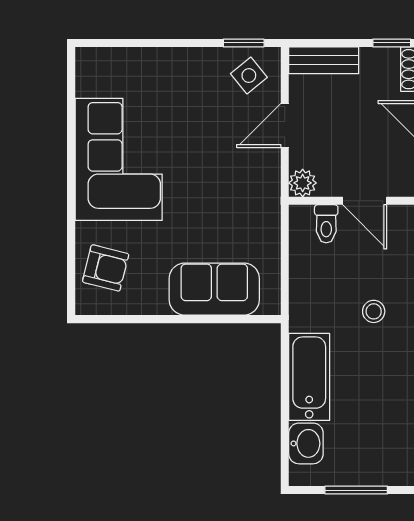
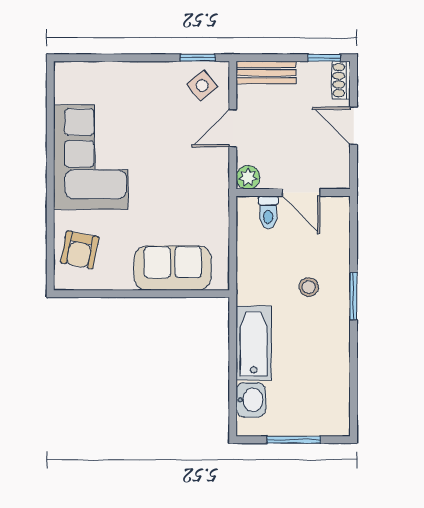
armchair: (106, 268) -> (80, 250), turned 87

